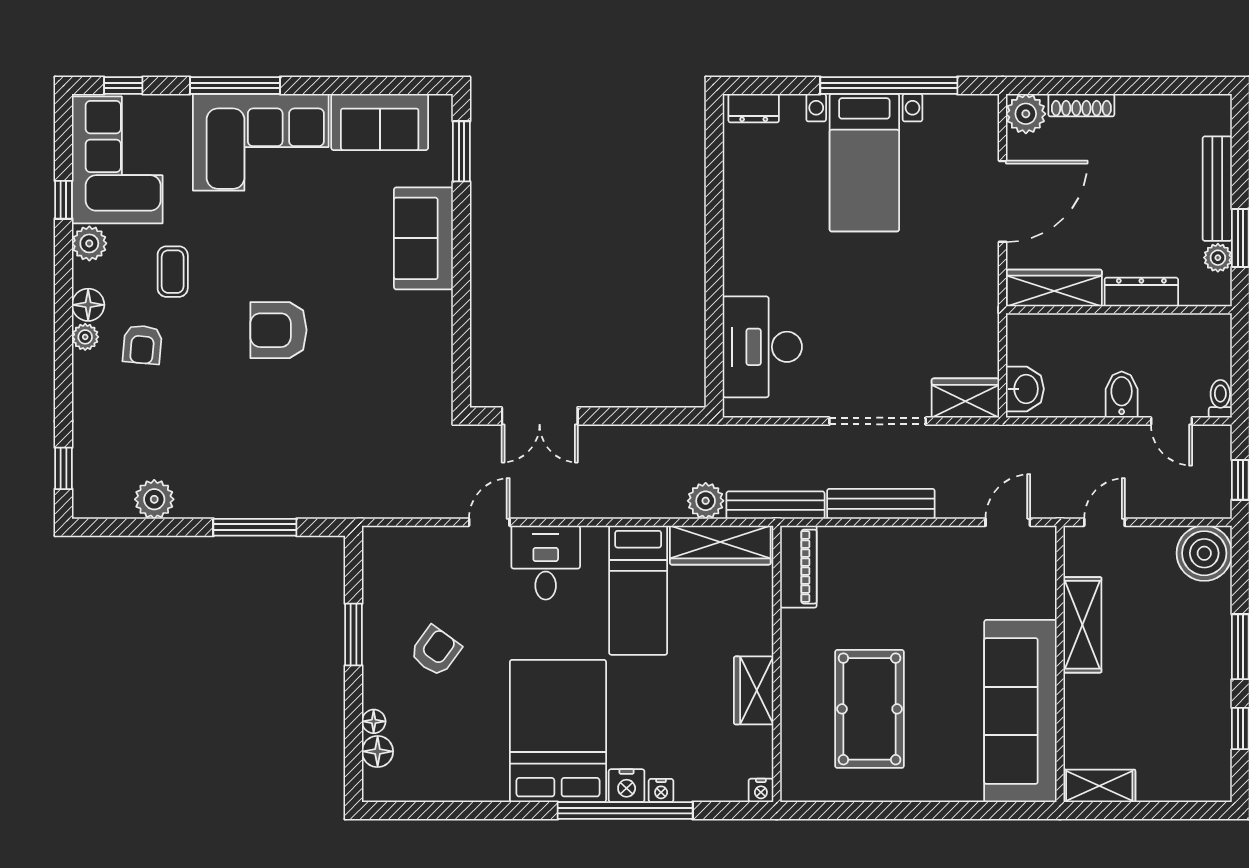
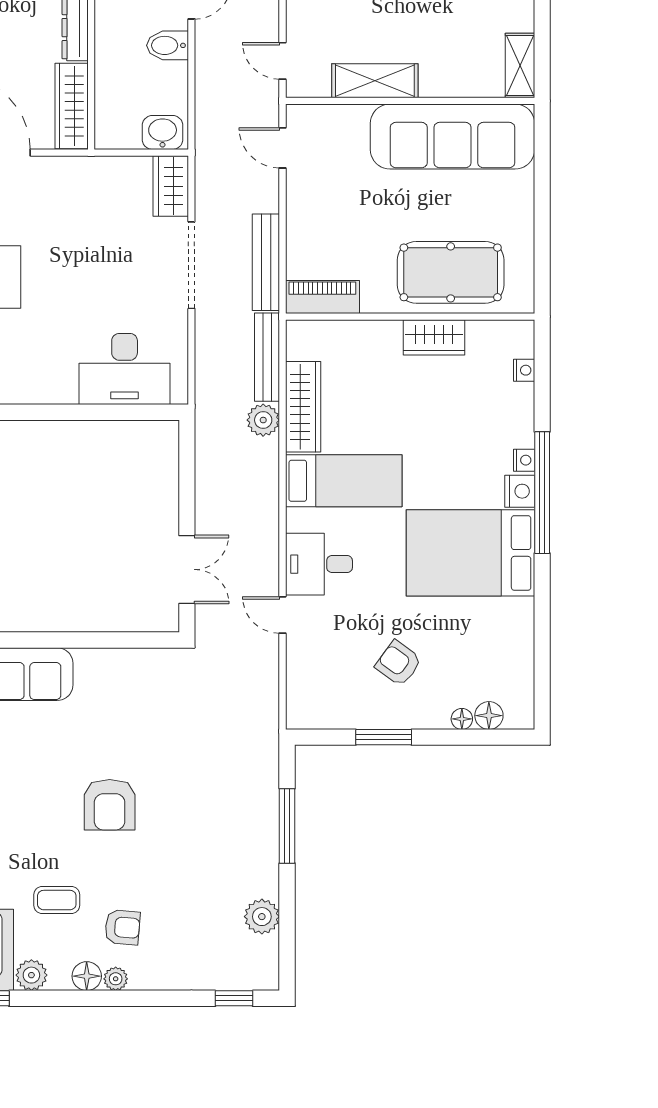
piano: (798, 567) -> (322, 297), moved
wall: (777, 664) -> (410, 317), moved
wardrobe: (754, 690) -> (434, 337), moved

